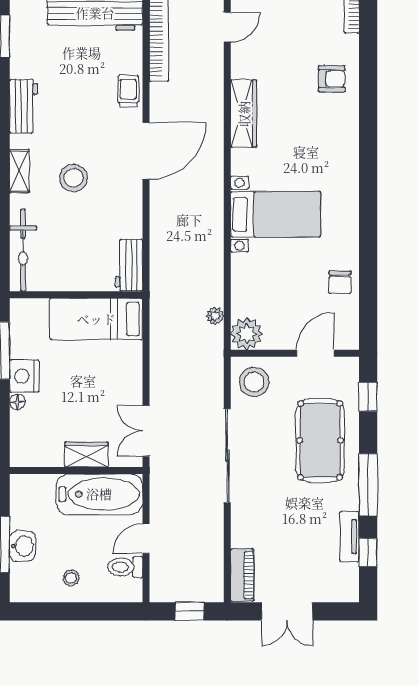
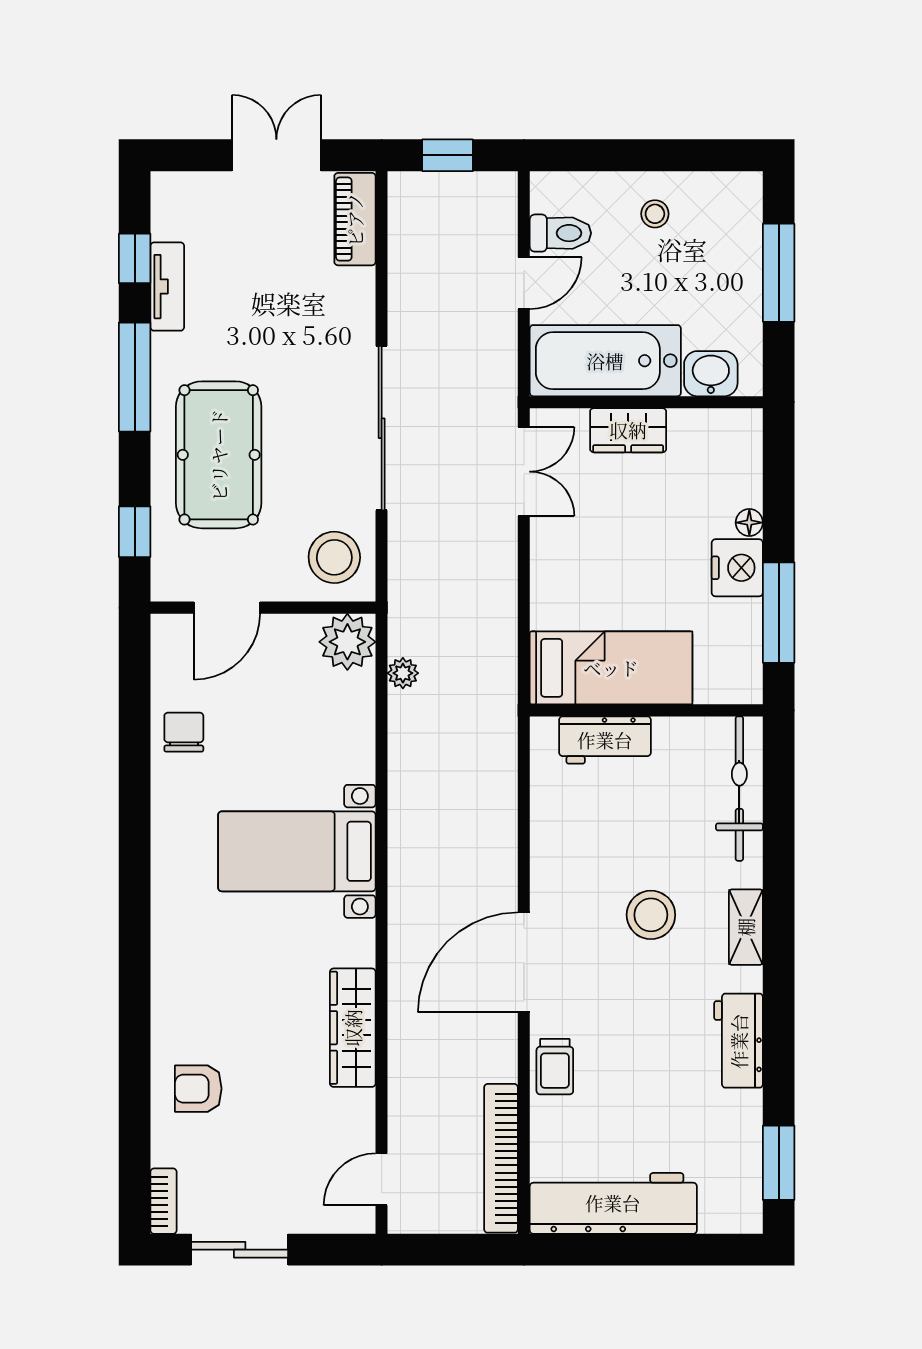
workbench: (129, 265) -> (605, 740), moved, turned 90
washbasin: (22, 546) -> (711, 374), moved, turned 90

